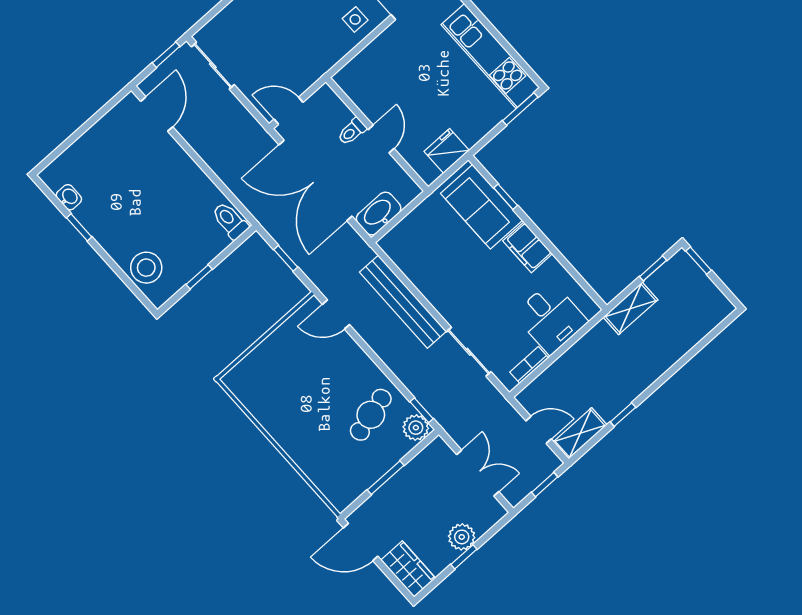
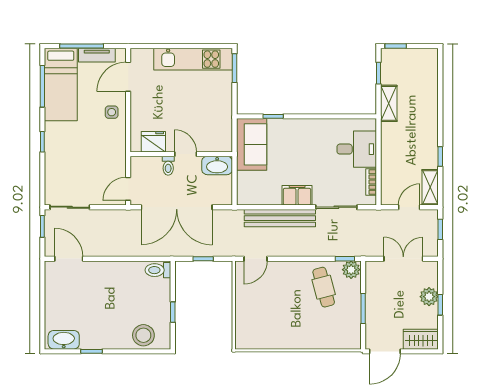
fridge: (447, 151) -> (153, 142), moved, turned 90
washbasin: (69, 197) -> (64, 340), width x1.91, depth x1.45
sofa: (482, 207) -> (252, 144), moved, turned -90
washbasin: (379, 214) -> (217, 165), moved, turned -90
filing cabinet: (528, 247) -> (297, 195), moved, turned 180

